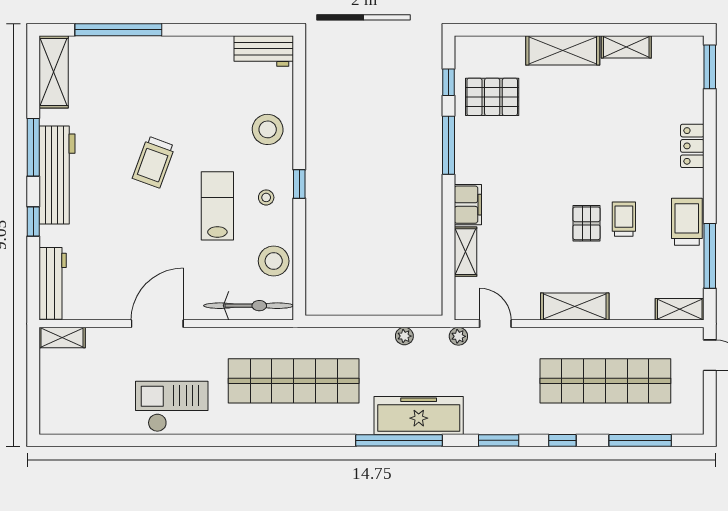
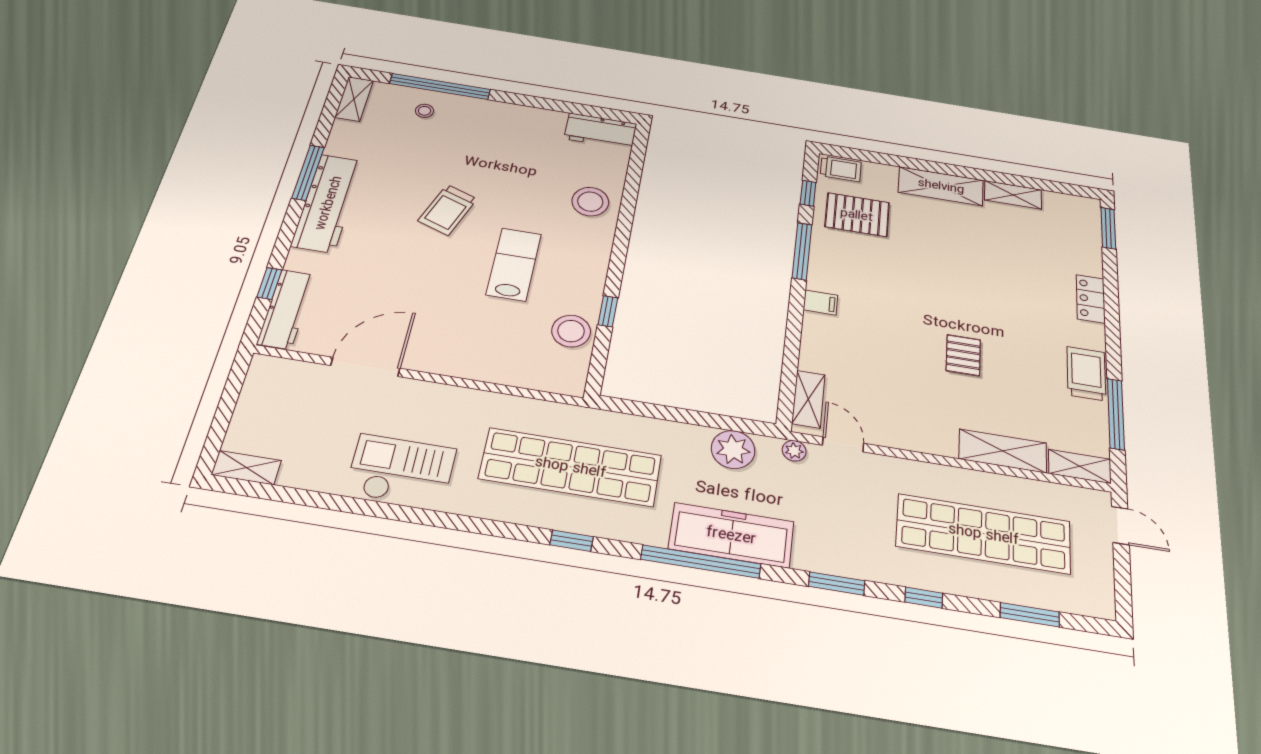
shelving: (54, 72) -> (354, 99), width x0.67, depth x0.75
window: (299, 184) -> (608, 311), moved
stool: (266, 197) -> (424, 111), moved
filing cabinet: (468, 205) -> (820, 303), width x0.50
trolley: (624, 219) -> (841, 169), moved, turned 90
window: (33, 221) -> (269, 283), moved
shelving: (466, 252) -> (808, 399), moved
bicycle: (249, 306) -> (529, 373), removed
shelving: (575, 307) -> (1003, 451), moved
door: (157, 324) -> (365, 367), moved
plant: (404, 336) -> (733, 449), width x1.87, depth x1.87
shelving: (62, 338) -> (246, 468), moved
window: (304, 440) -> (572, 541), added
window: (640, 440) -> (1030, 615), width x0.69

